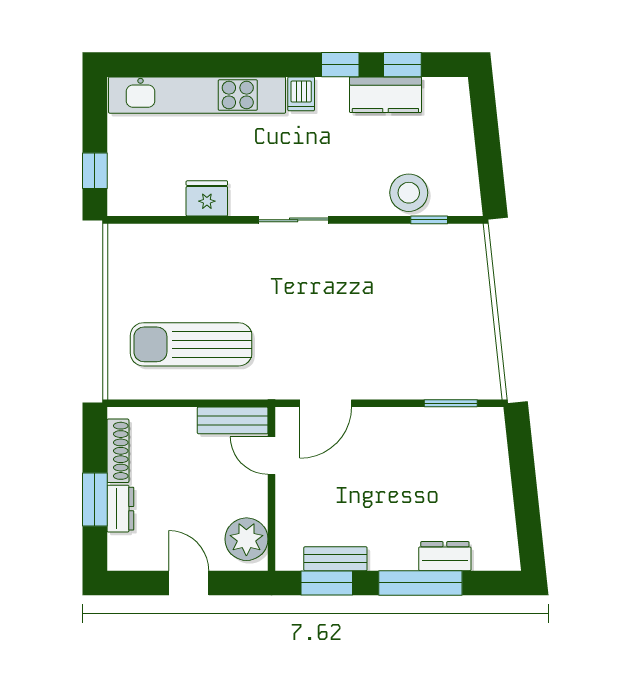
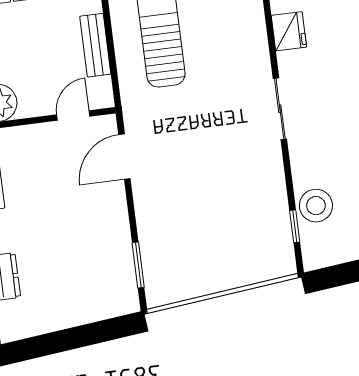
door: (326, 403) -> (124, 157), hinge flipped
bench: (233, 420) -> (95, 45), moved

